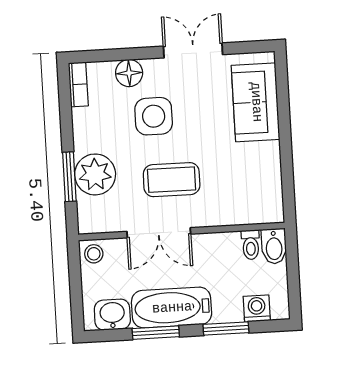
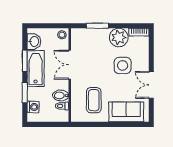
double door: (193, 50) -> (151, 85), swing flipped
floor lamp: (129, 73) -> (143, 55), removed
plant: (95, 174) -> (119, 37), moved
coffee table: (172, 180) -> (94, 100), moved
bidet: (274, 246) -> (61, 95), moved

